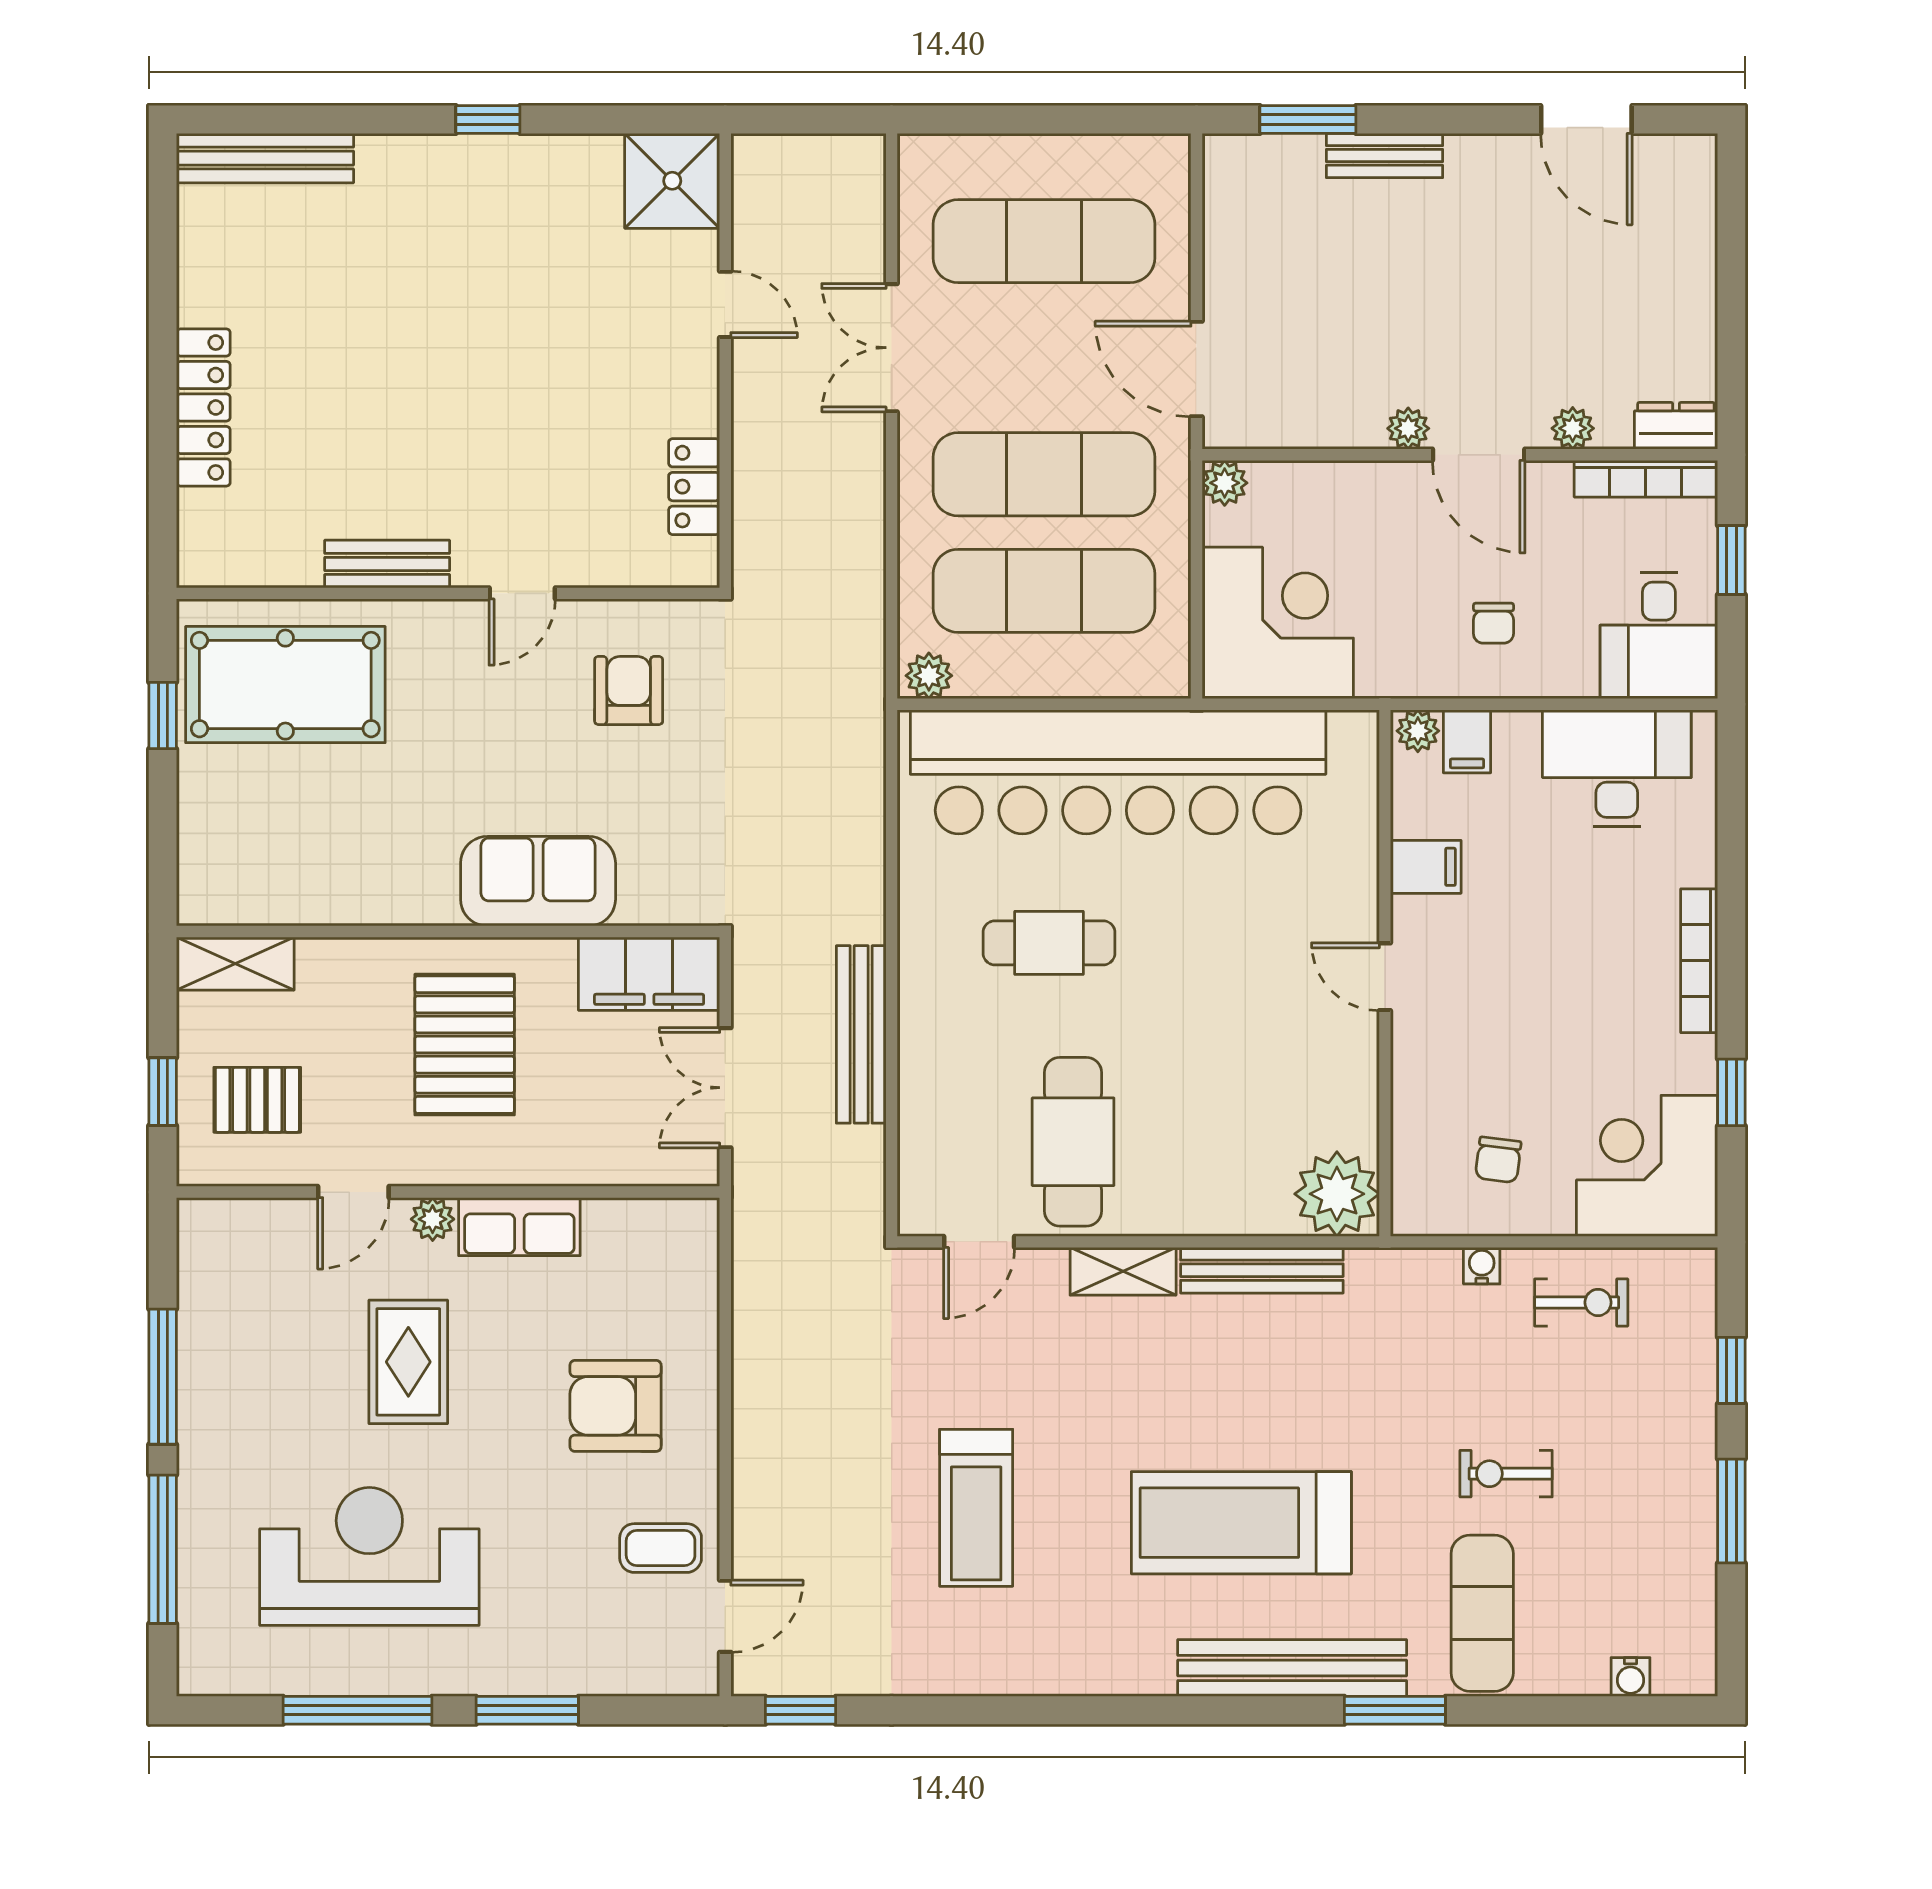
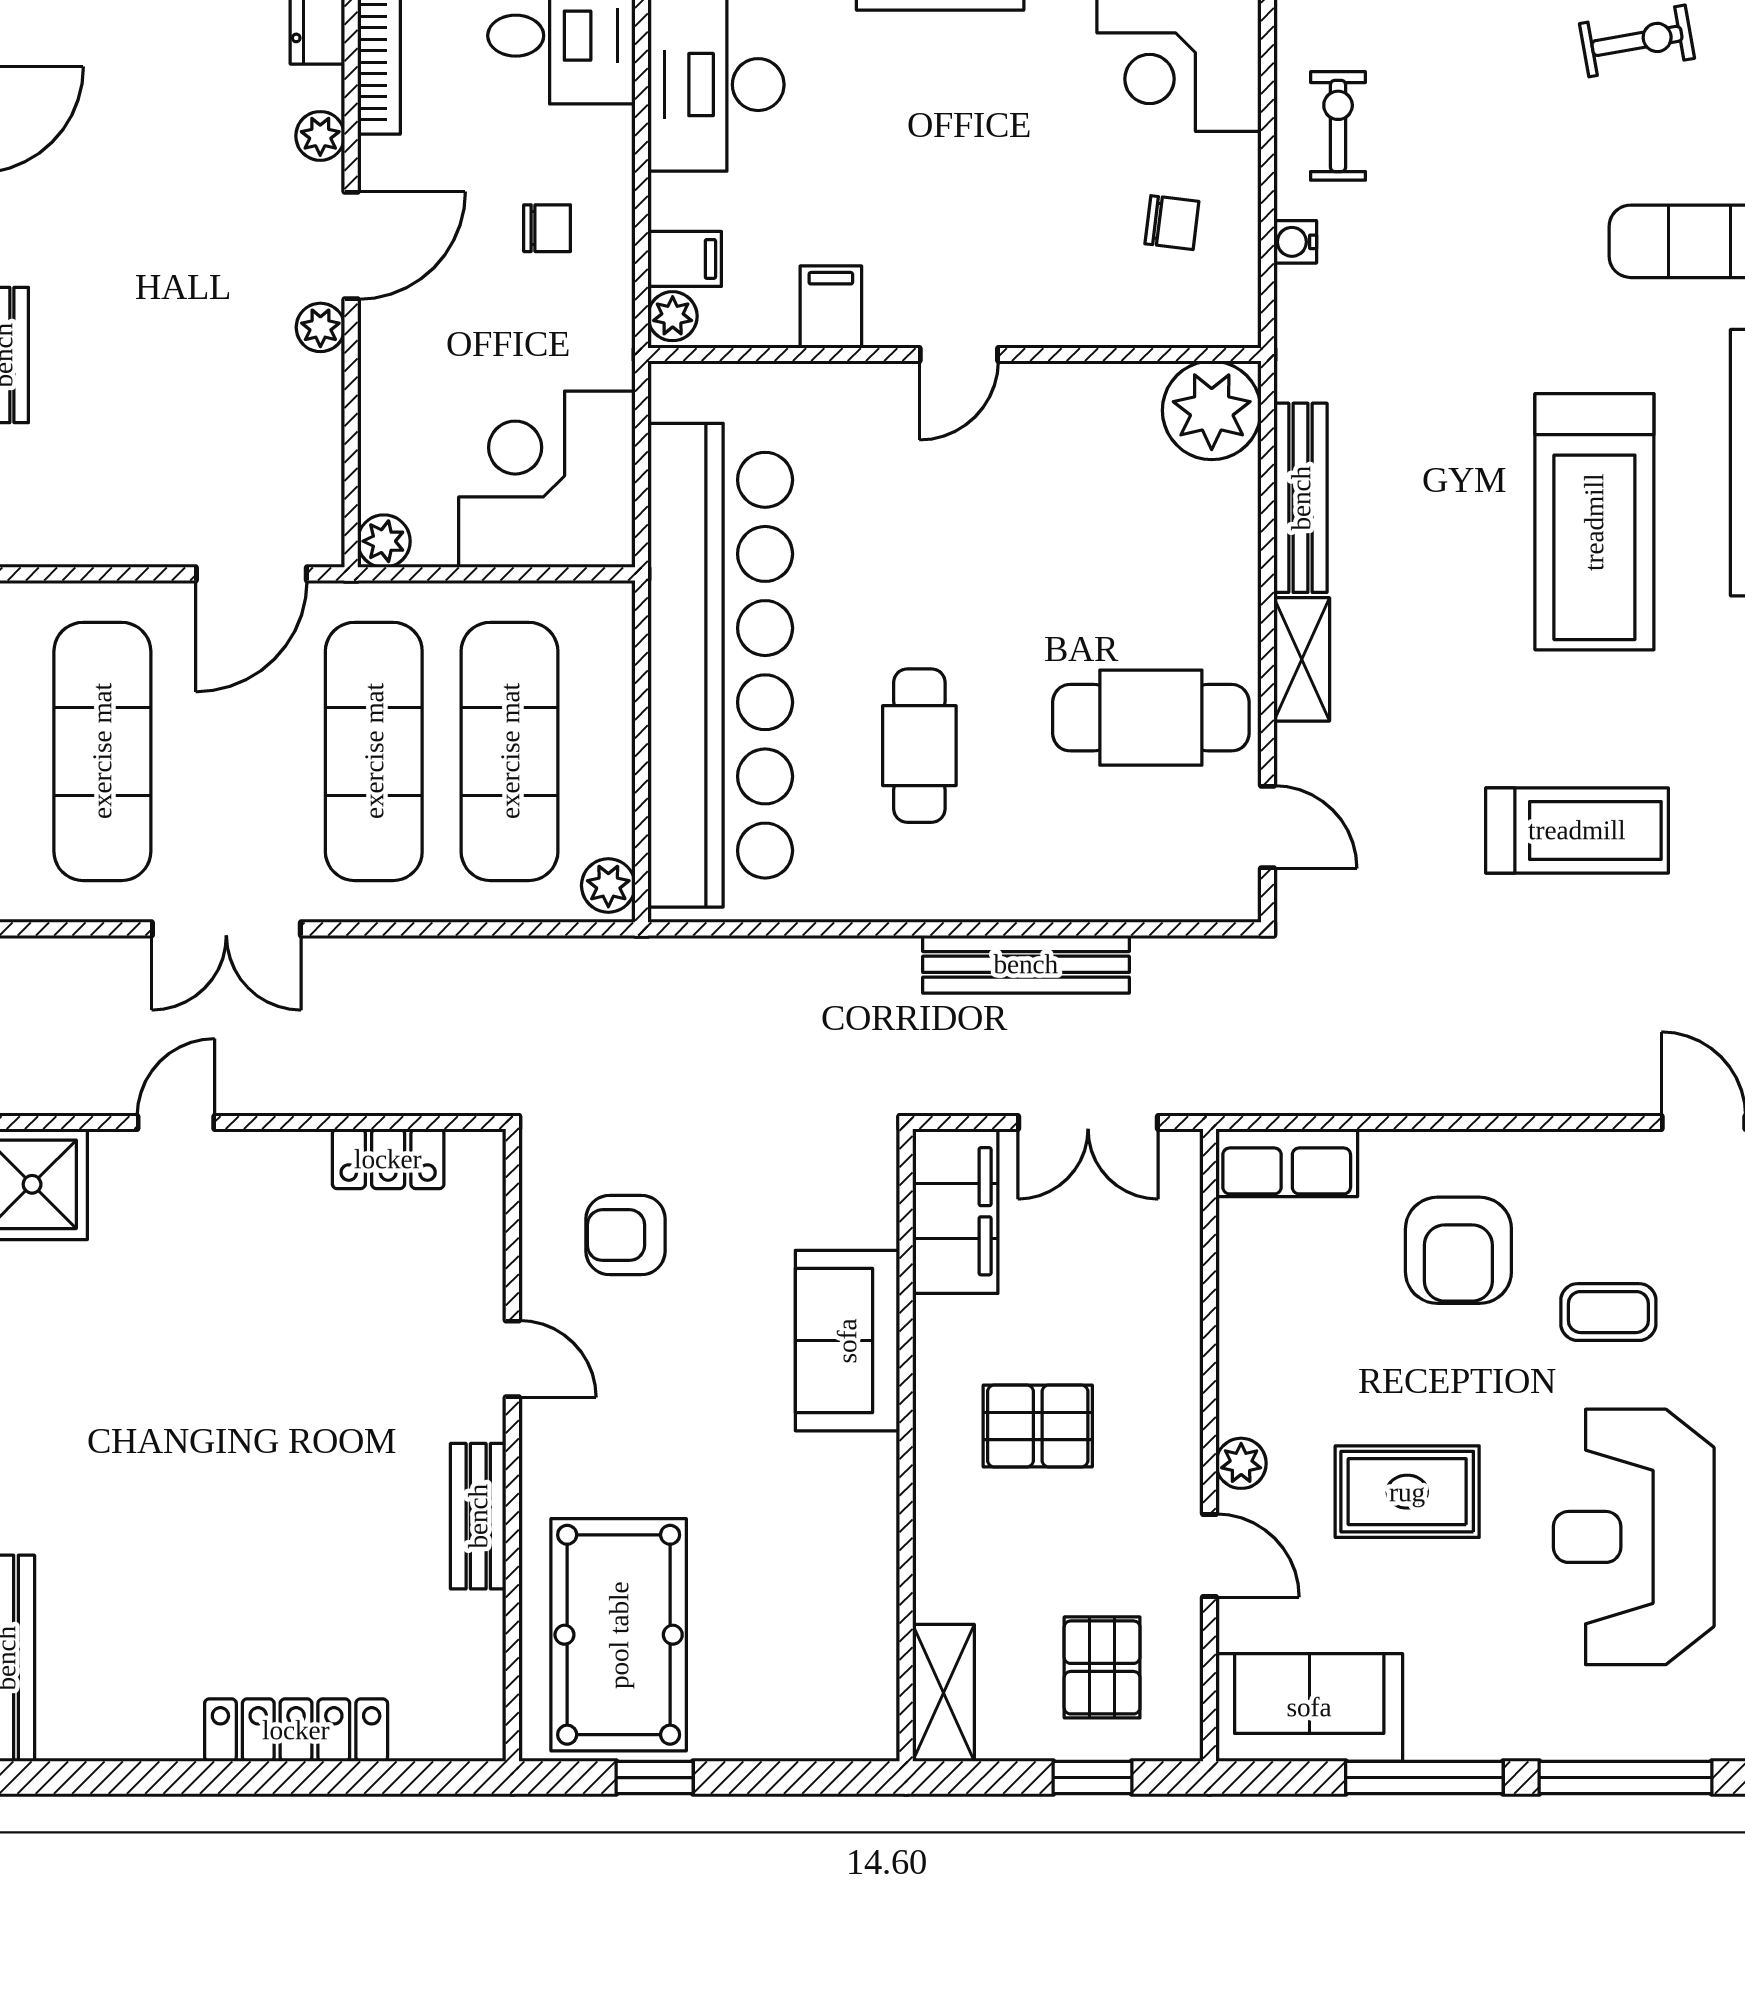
pallet: (465, 1045) -> (1038, 1426), width x0.67, depth x0.71
row of seats: (519, 1227) -> (1287, 1163), moved, turned 90
sofa: (223, 1278) -> (1309, 1707), added
exercise bike: (1506, 1474) -> (1637, 41), moved, turned -100
coffee table: (661, 1548) -> (1608, 1312), moved, turned 90

